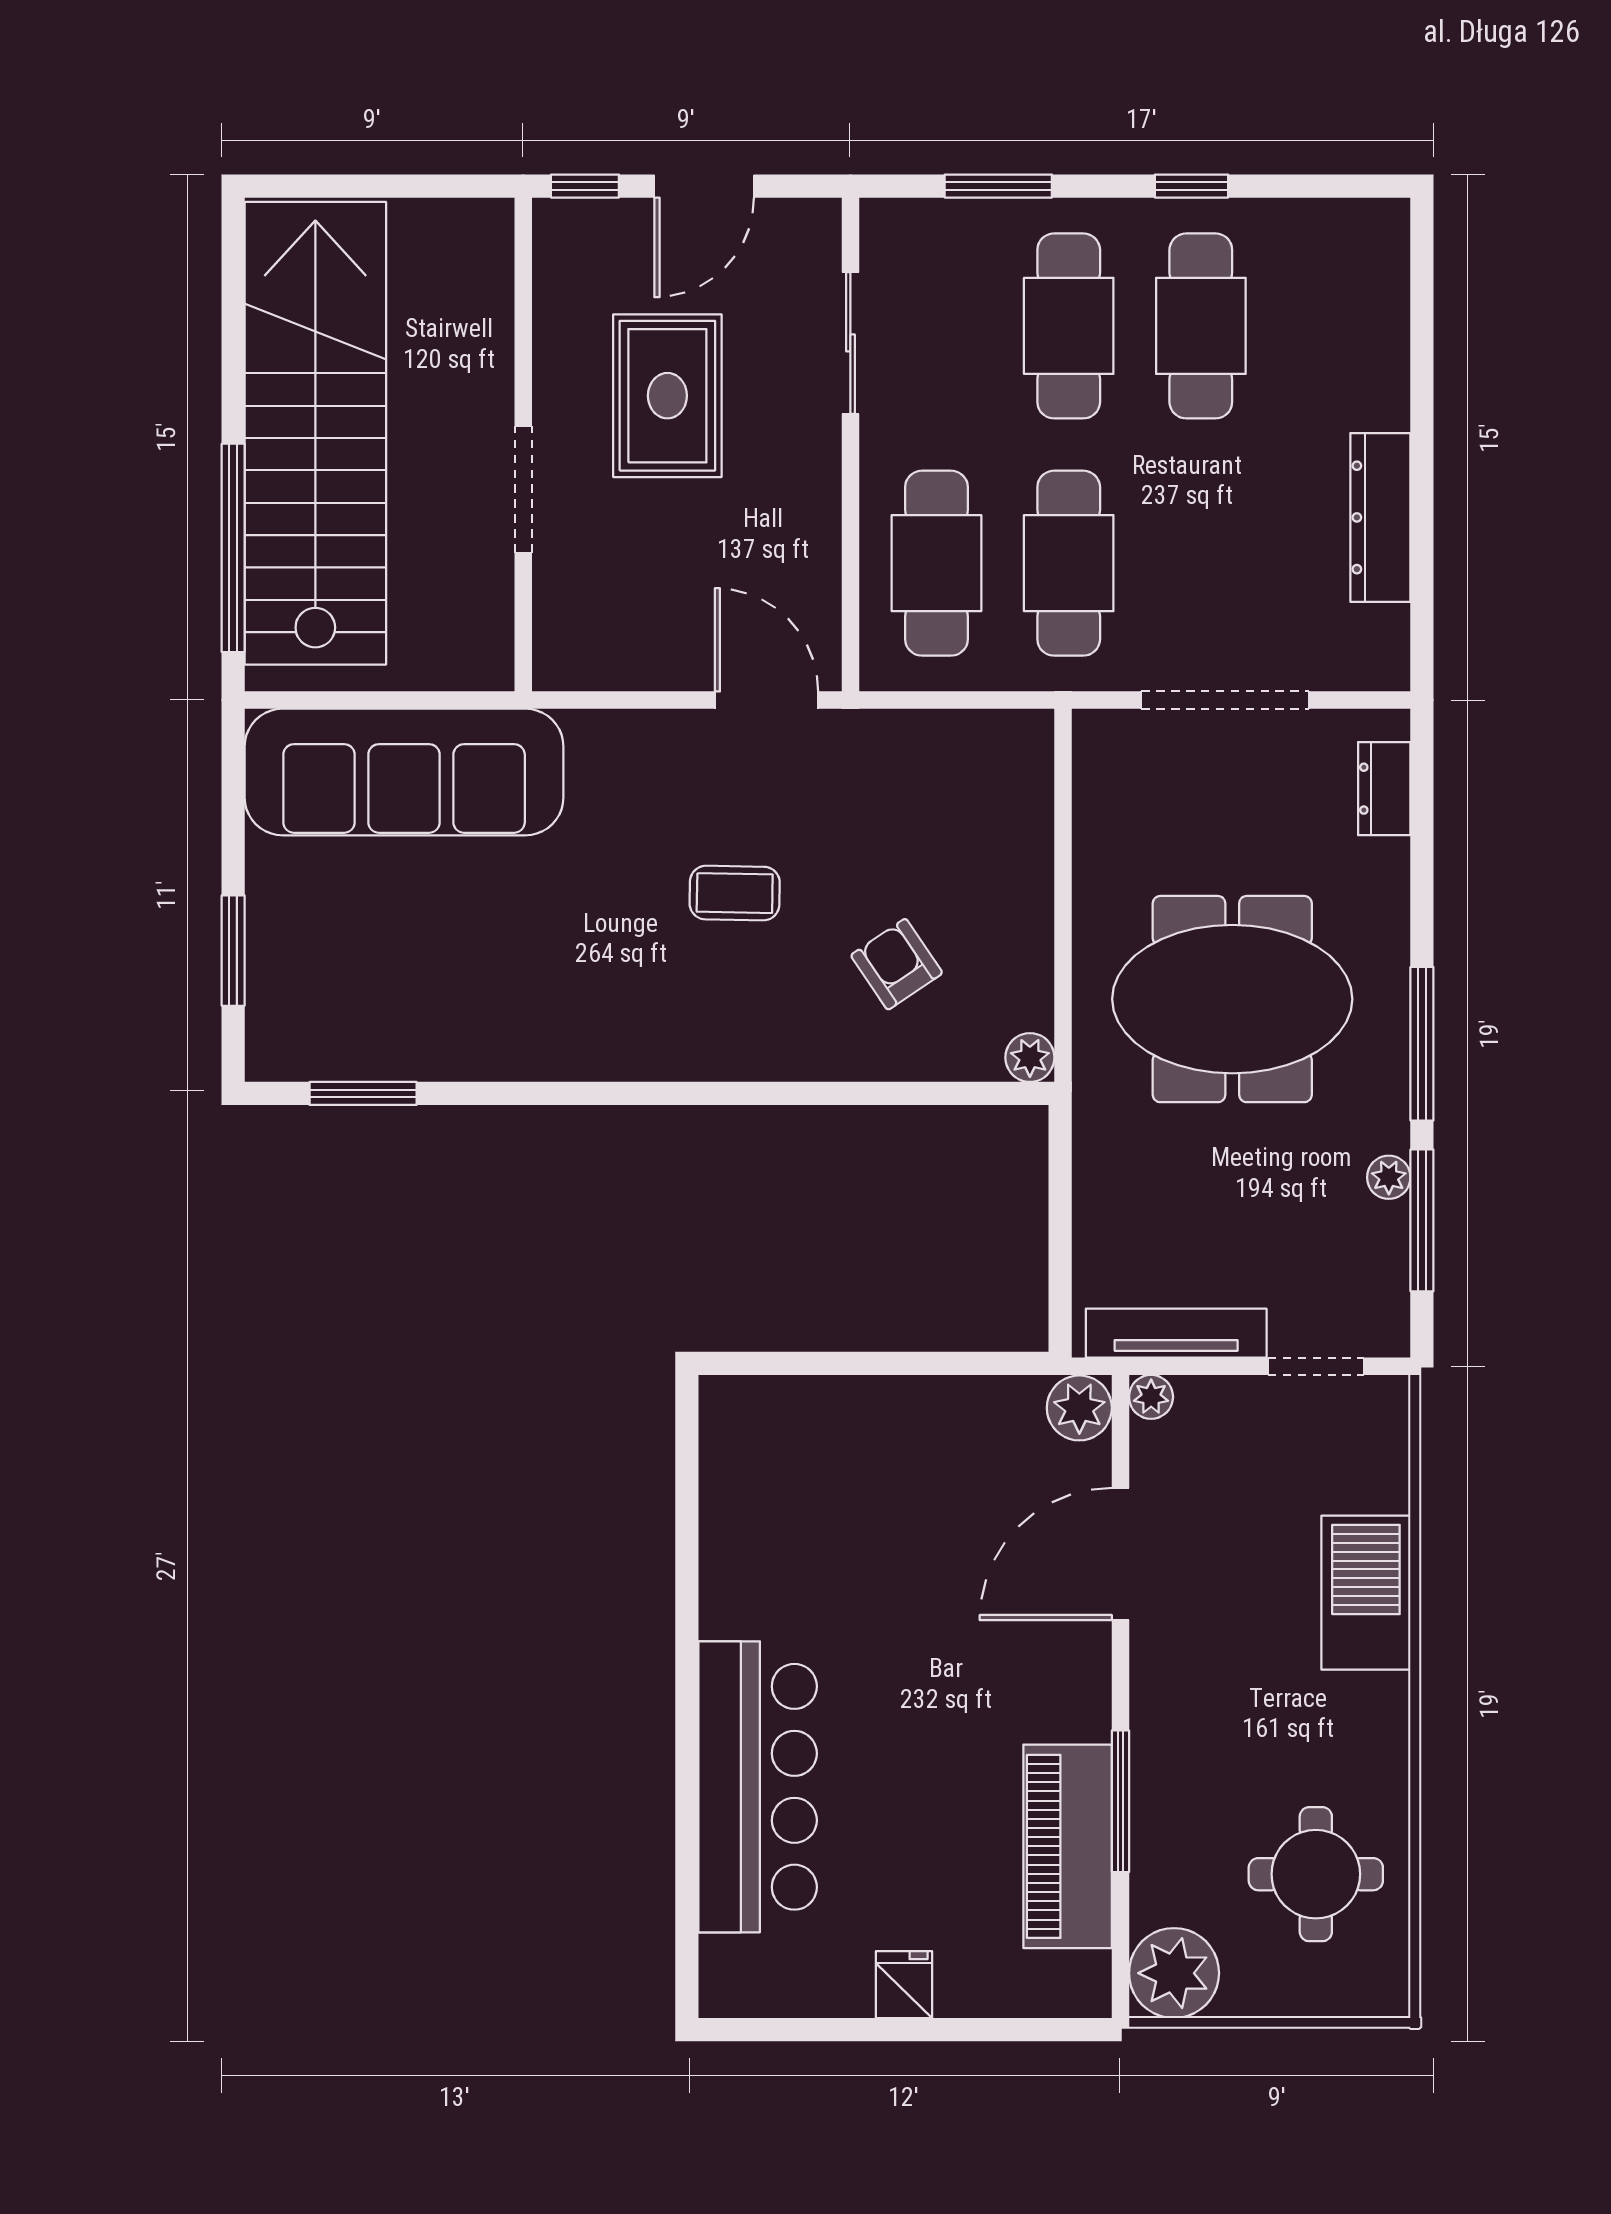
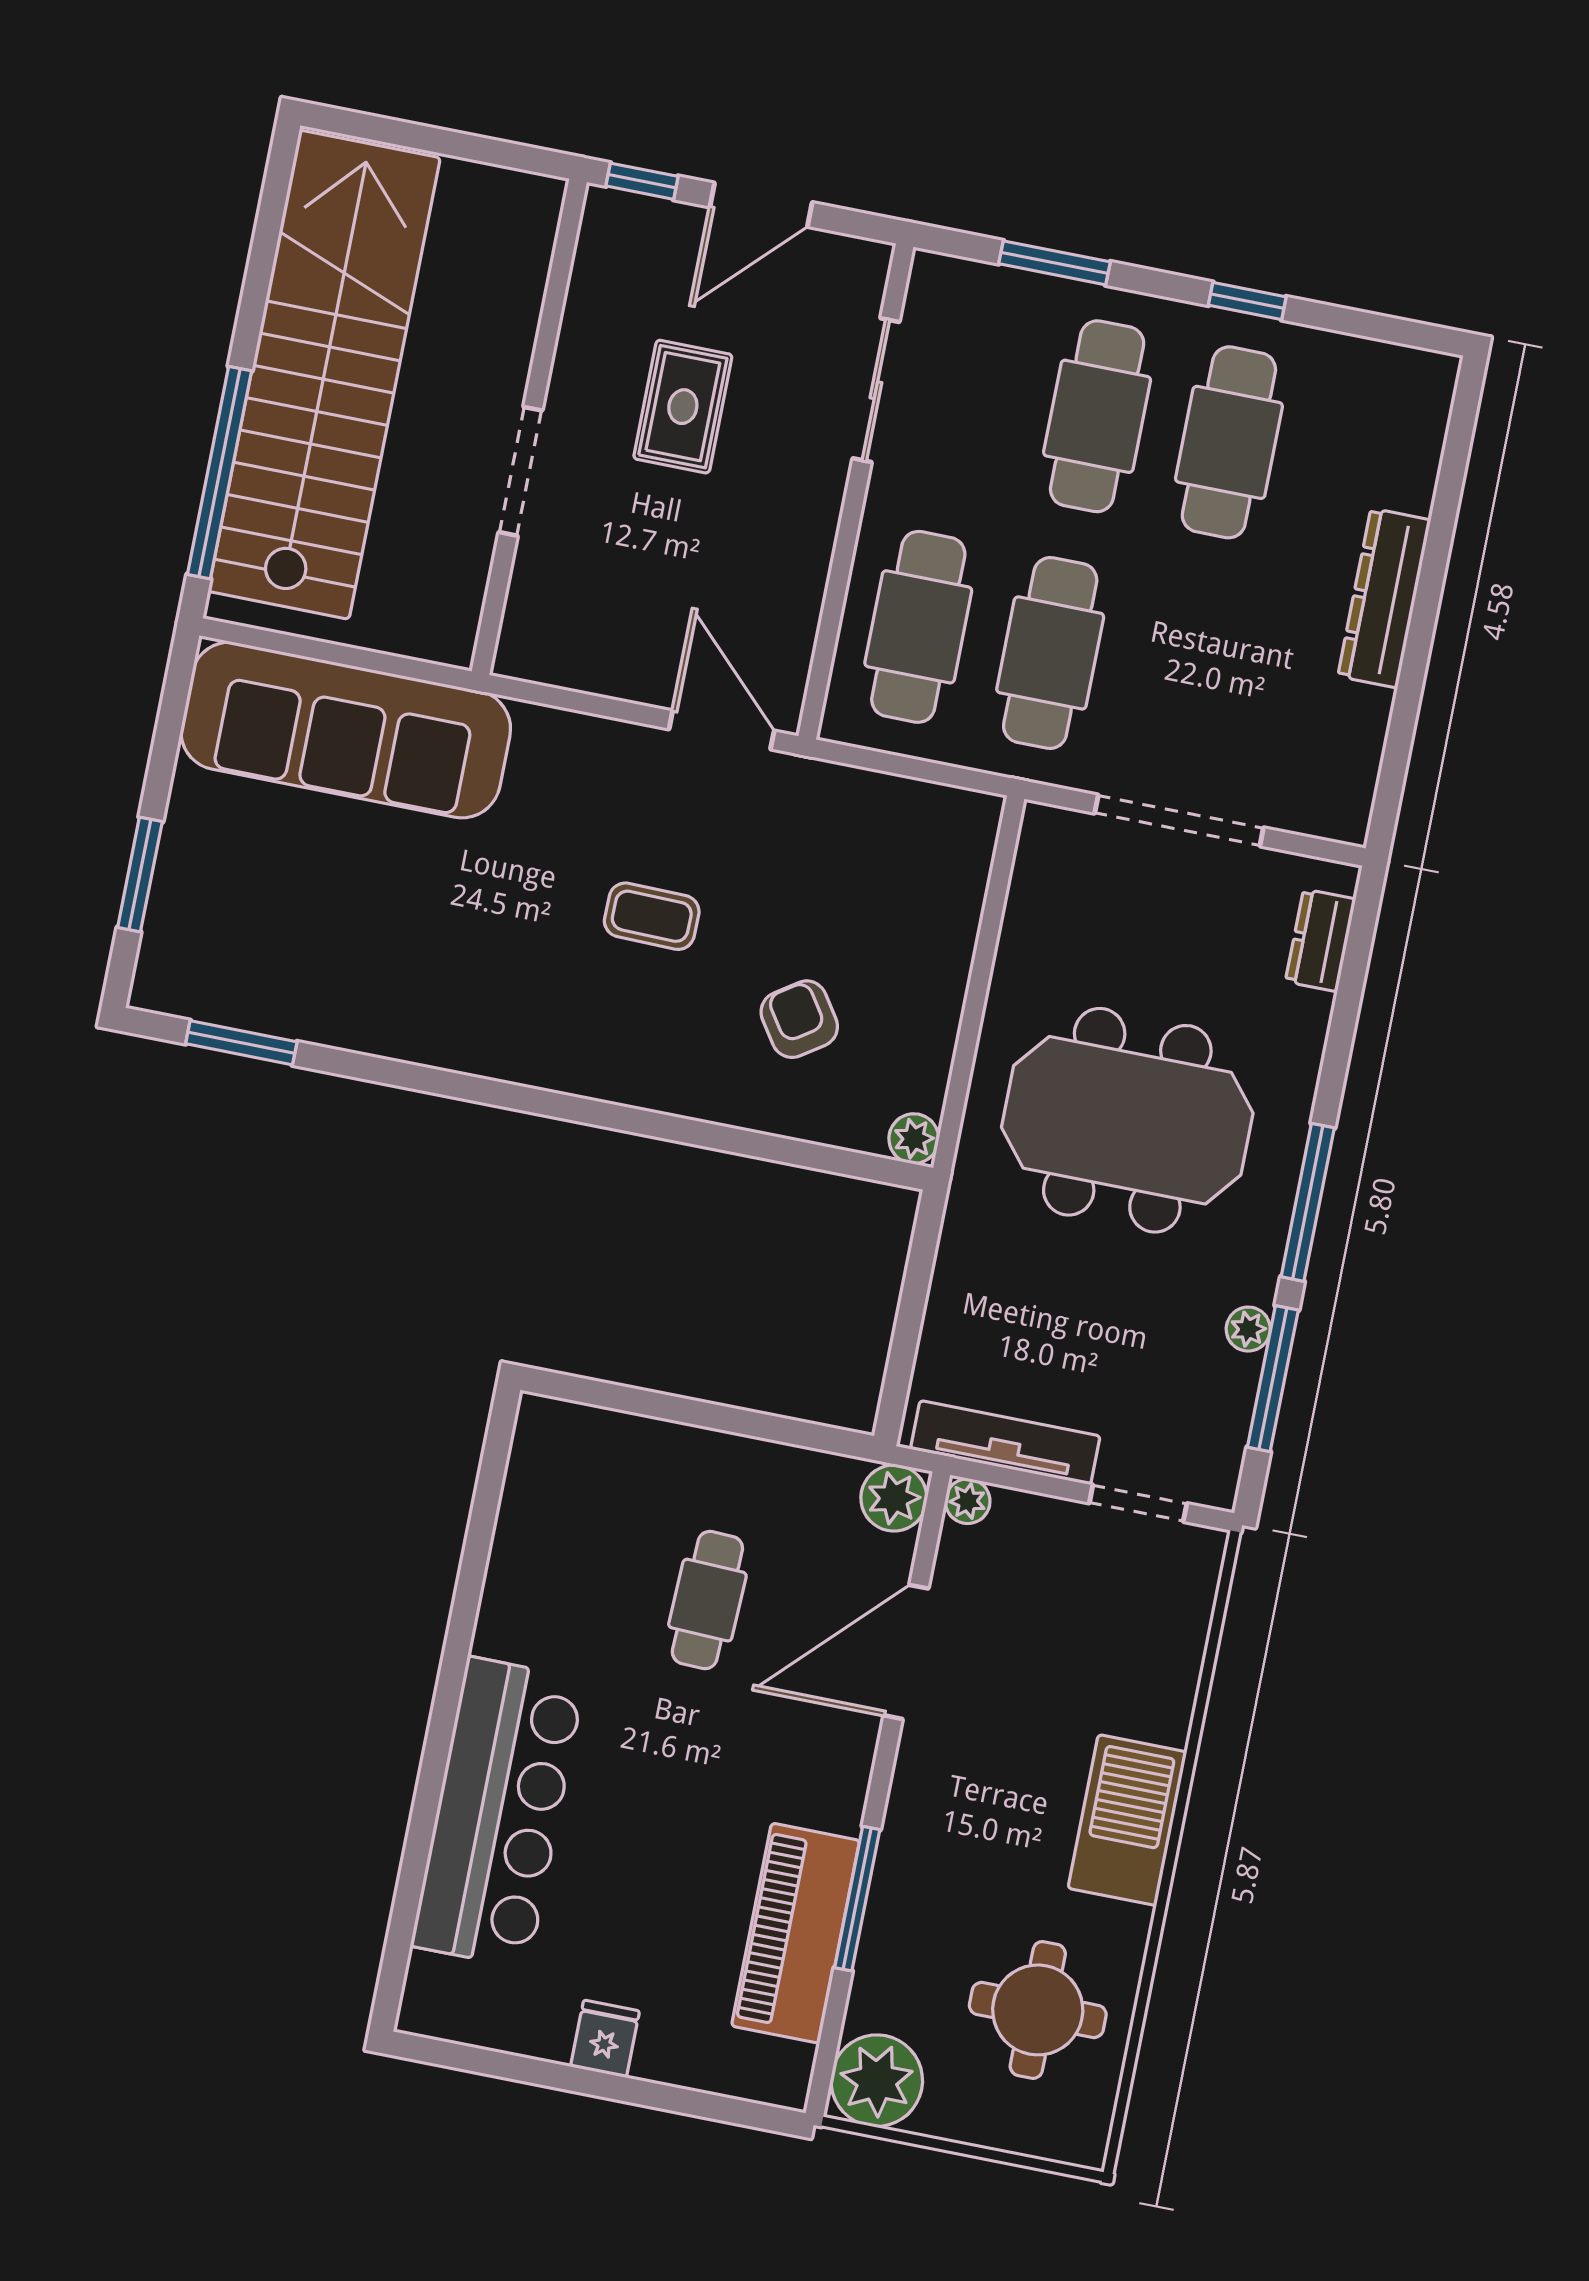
rug: (667, 396) -> (683, 407), width x0.73, depth x0.70
dresser: (1380, 517) -> (1384, 598), moved
cafe table: (919, 1542) -> (707, 1600), added
barbecue: (1366, 1593) -> (1127, 1820), moved

